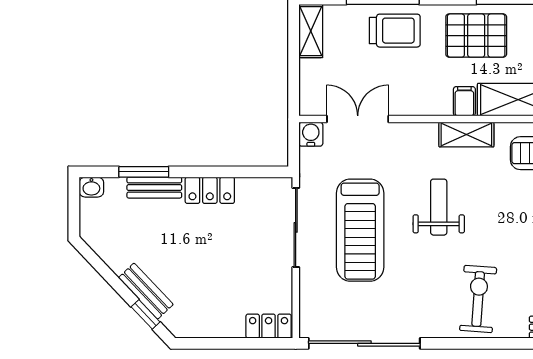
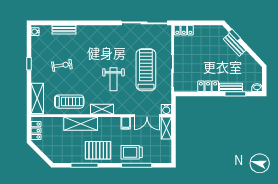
shelving: (311, 31) -> (166, 128), moved
filing cabinet: (464, 101) -> (126, 123), moved
exercise bike: (478, 299) -> (97, 41), removed

